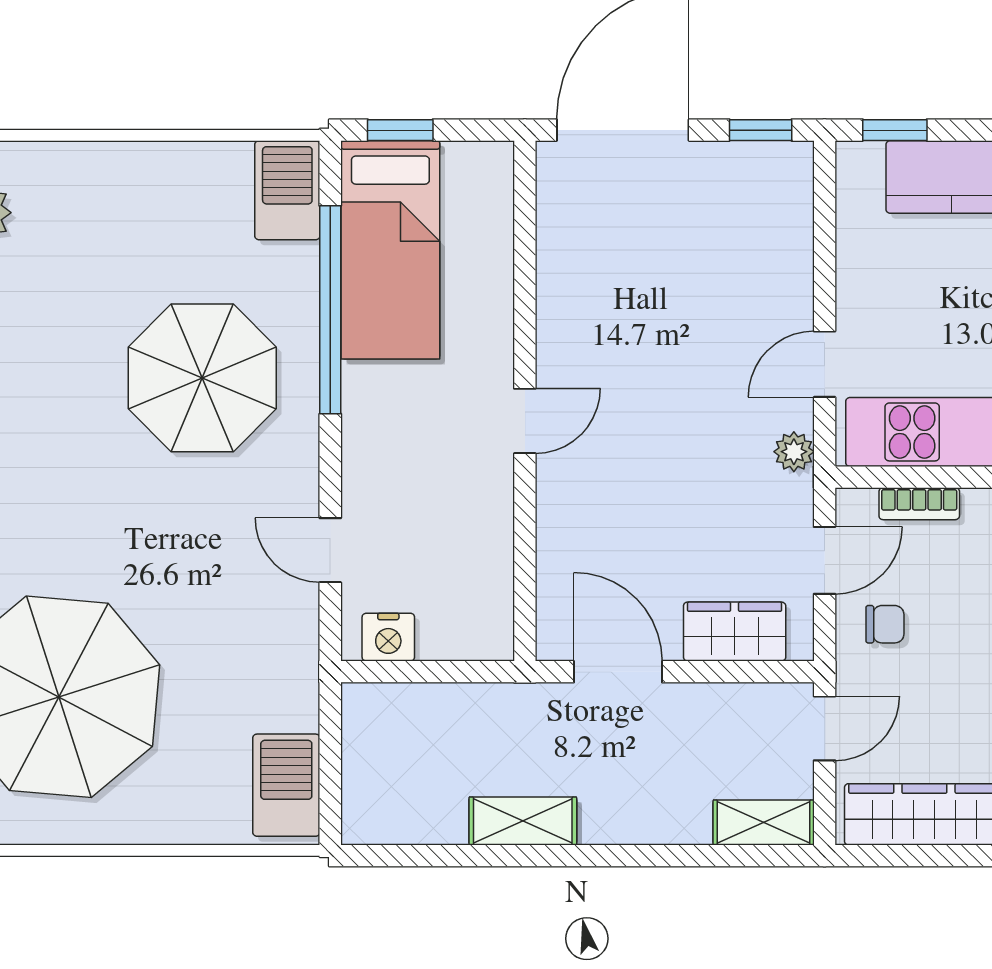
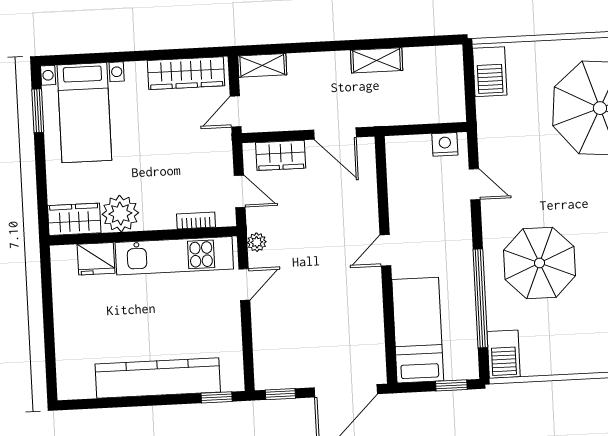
bed: (390, 250) -> (418, 330), moved
door: (825, 560) -> (240, 191), swing flipped
chair: (885, 624) -> (209, 162), removed

